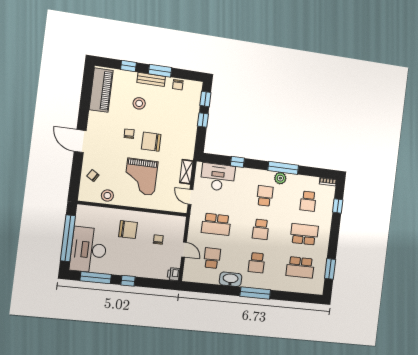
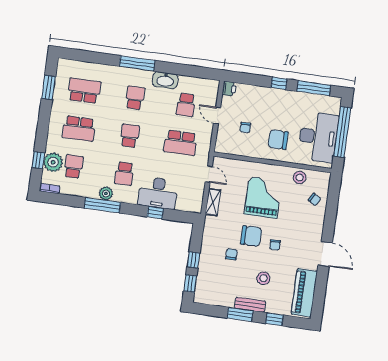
chair: (178, 85) -> (231, 254), moved
door: (80, 141) -> (325, 254), moved
desk: (218, 177) -> (158, 193), moved
plant: (325, 204) -> (53, 162), added
school desk: (216, 224) -> (180, 143), turned 180
desk: (89, 250) -> (318, 137), moved

